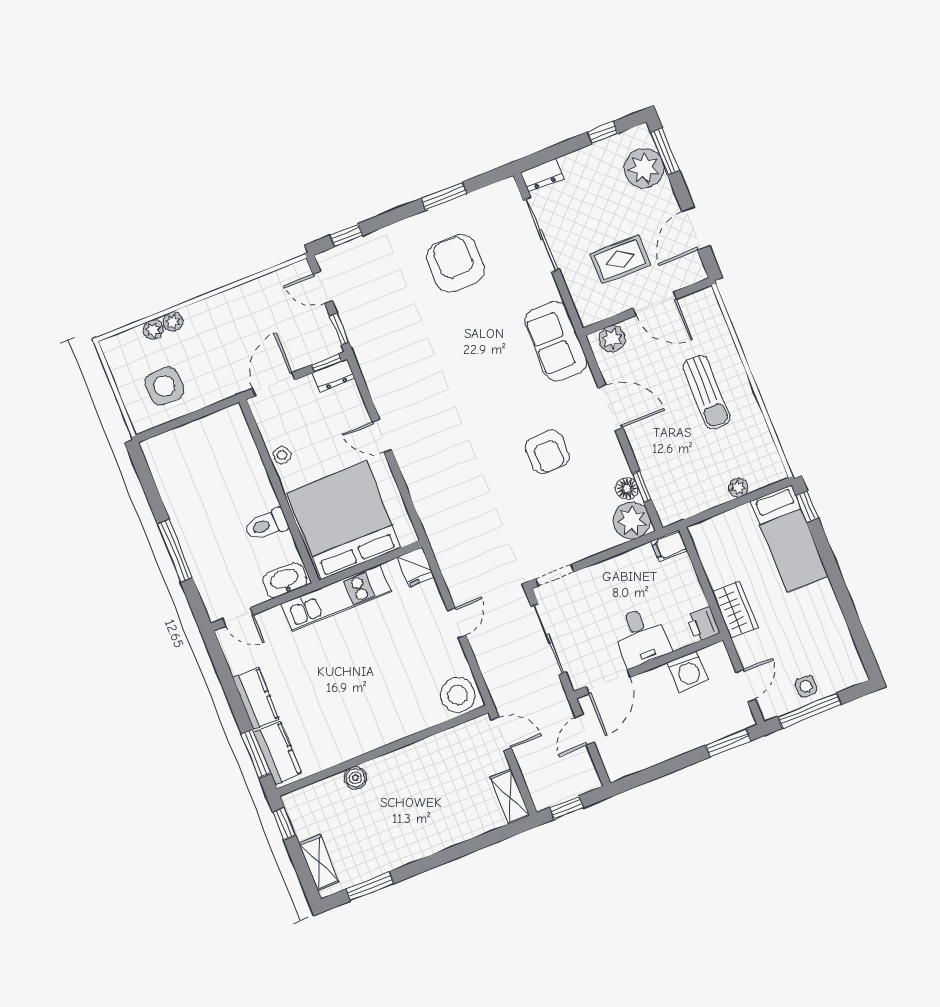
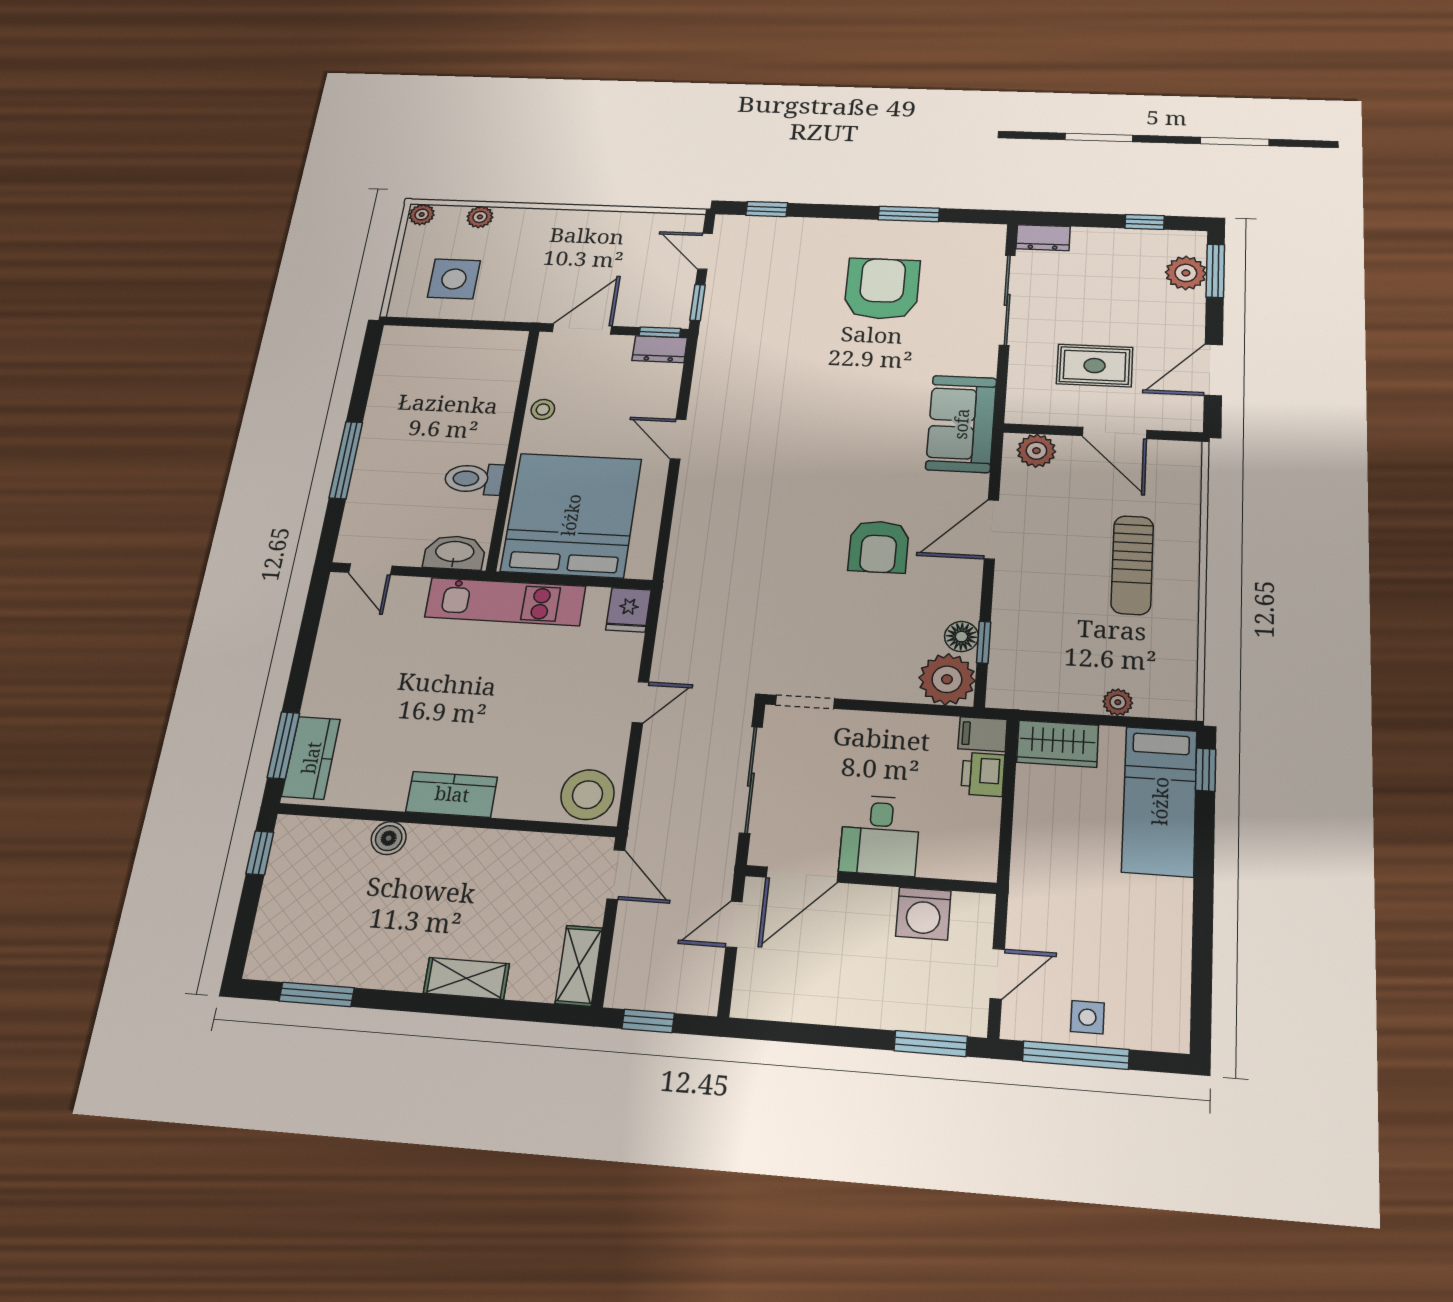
plant: (644, 168) -> (1186, 273), width x0.73, depth x0.73
plant: (173, 322) -> (422, 215), moved
door: (610, 408) -> (991, 529), swing flipped
wardrobe: (735, 610) -> (1058, 744), moved, turned 90
printer: (703, 624) -> (983, 774), moved
kitchen counter: (256, 698) -> (452, 794), moved, turned -90
shelving: (319, 863) -> (466, 978), moved, turned 90

